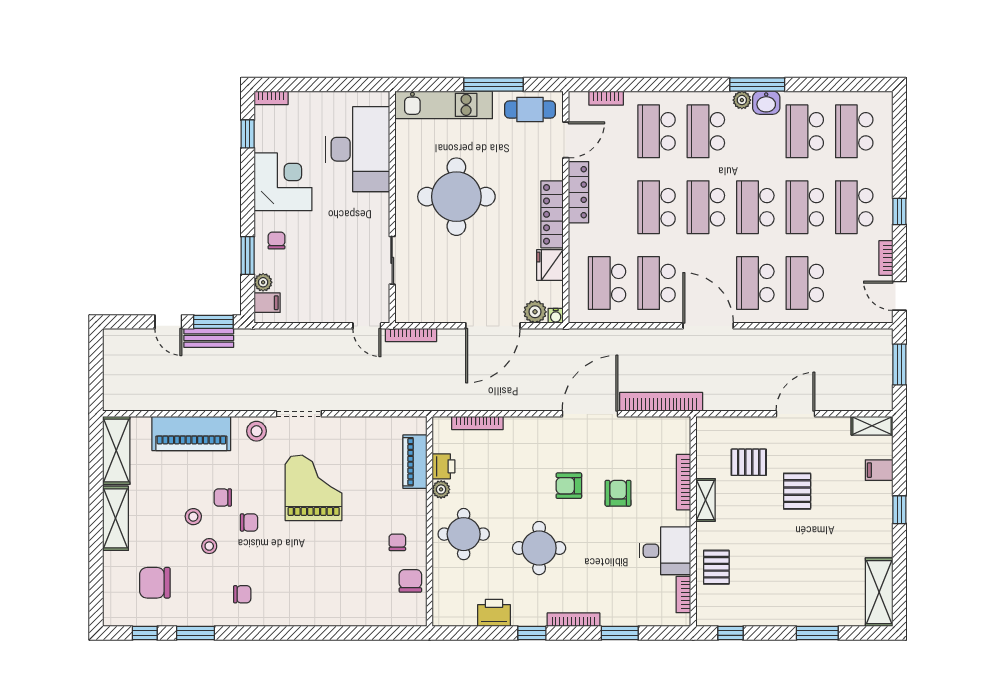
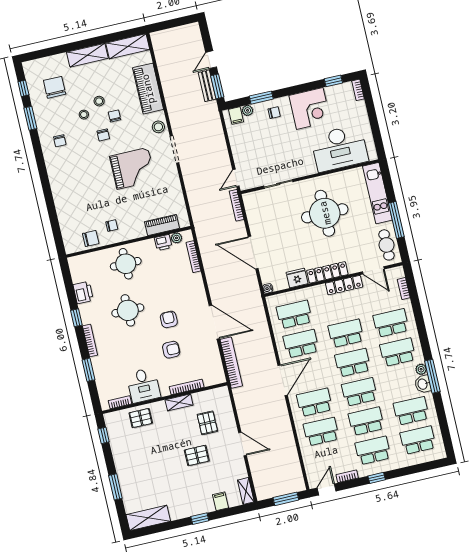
plant: (535, 312) -> (267, 276), removed
plant: (441, 489) -> (176, 238), moved

